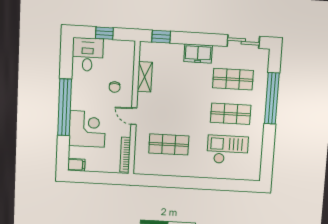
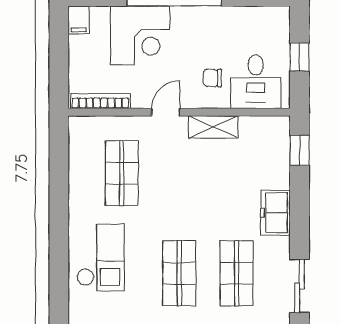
desk: (87, 55) -> (256, 82), moved, turned 90
shelving: (145, 77) -> (213, 127), moved
checkout: (228, 150) -> (101, 257), moved

